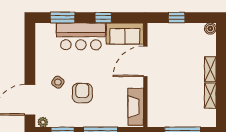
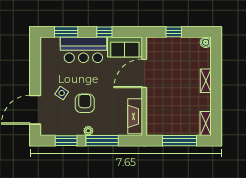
shelving: (210, 96) -> (206, 124), moved
plant: (43, 122) -> (88, 131), moved

